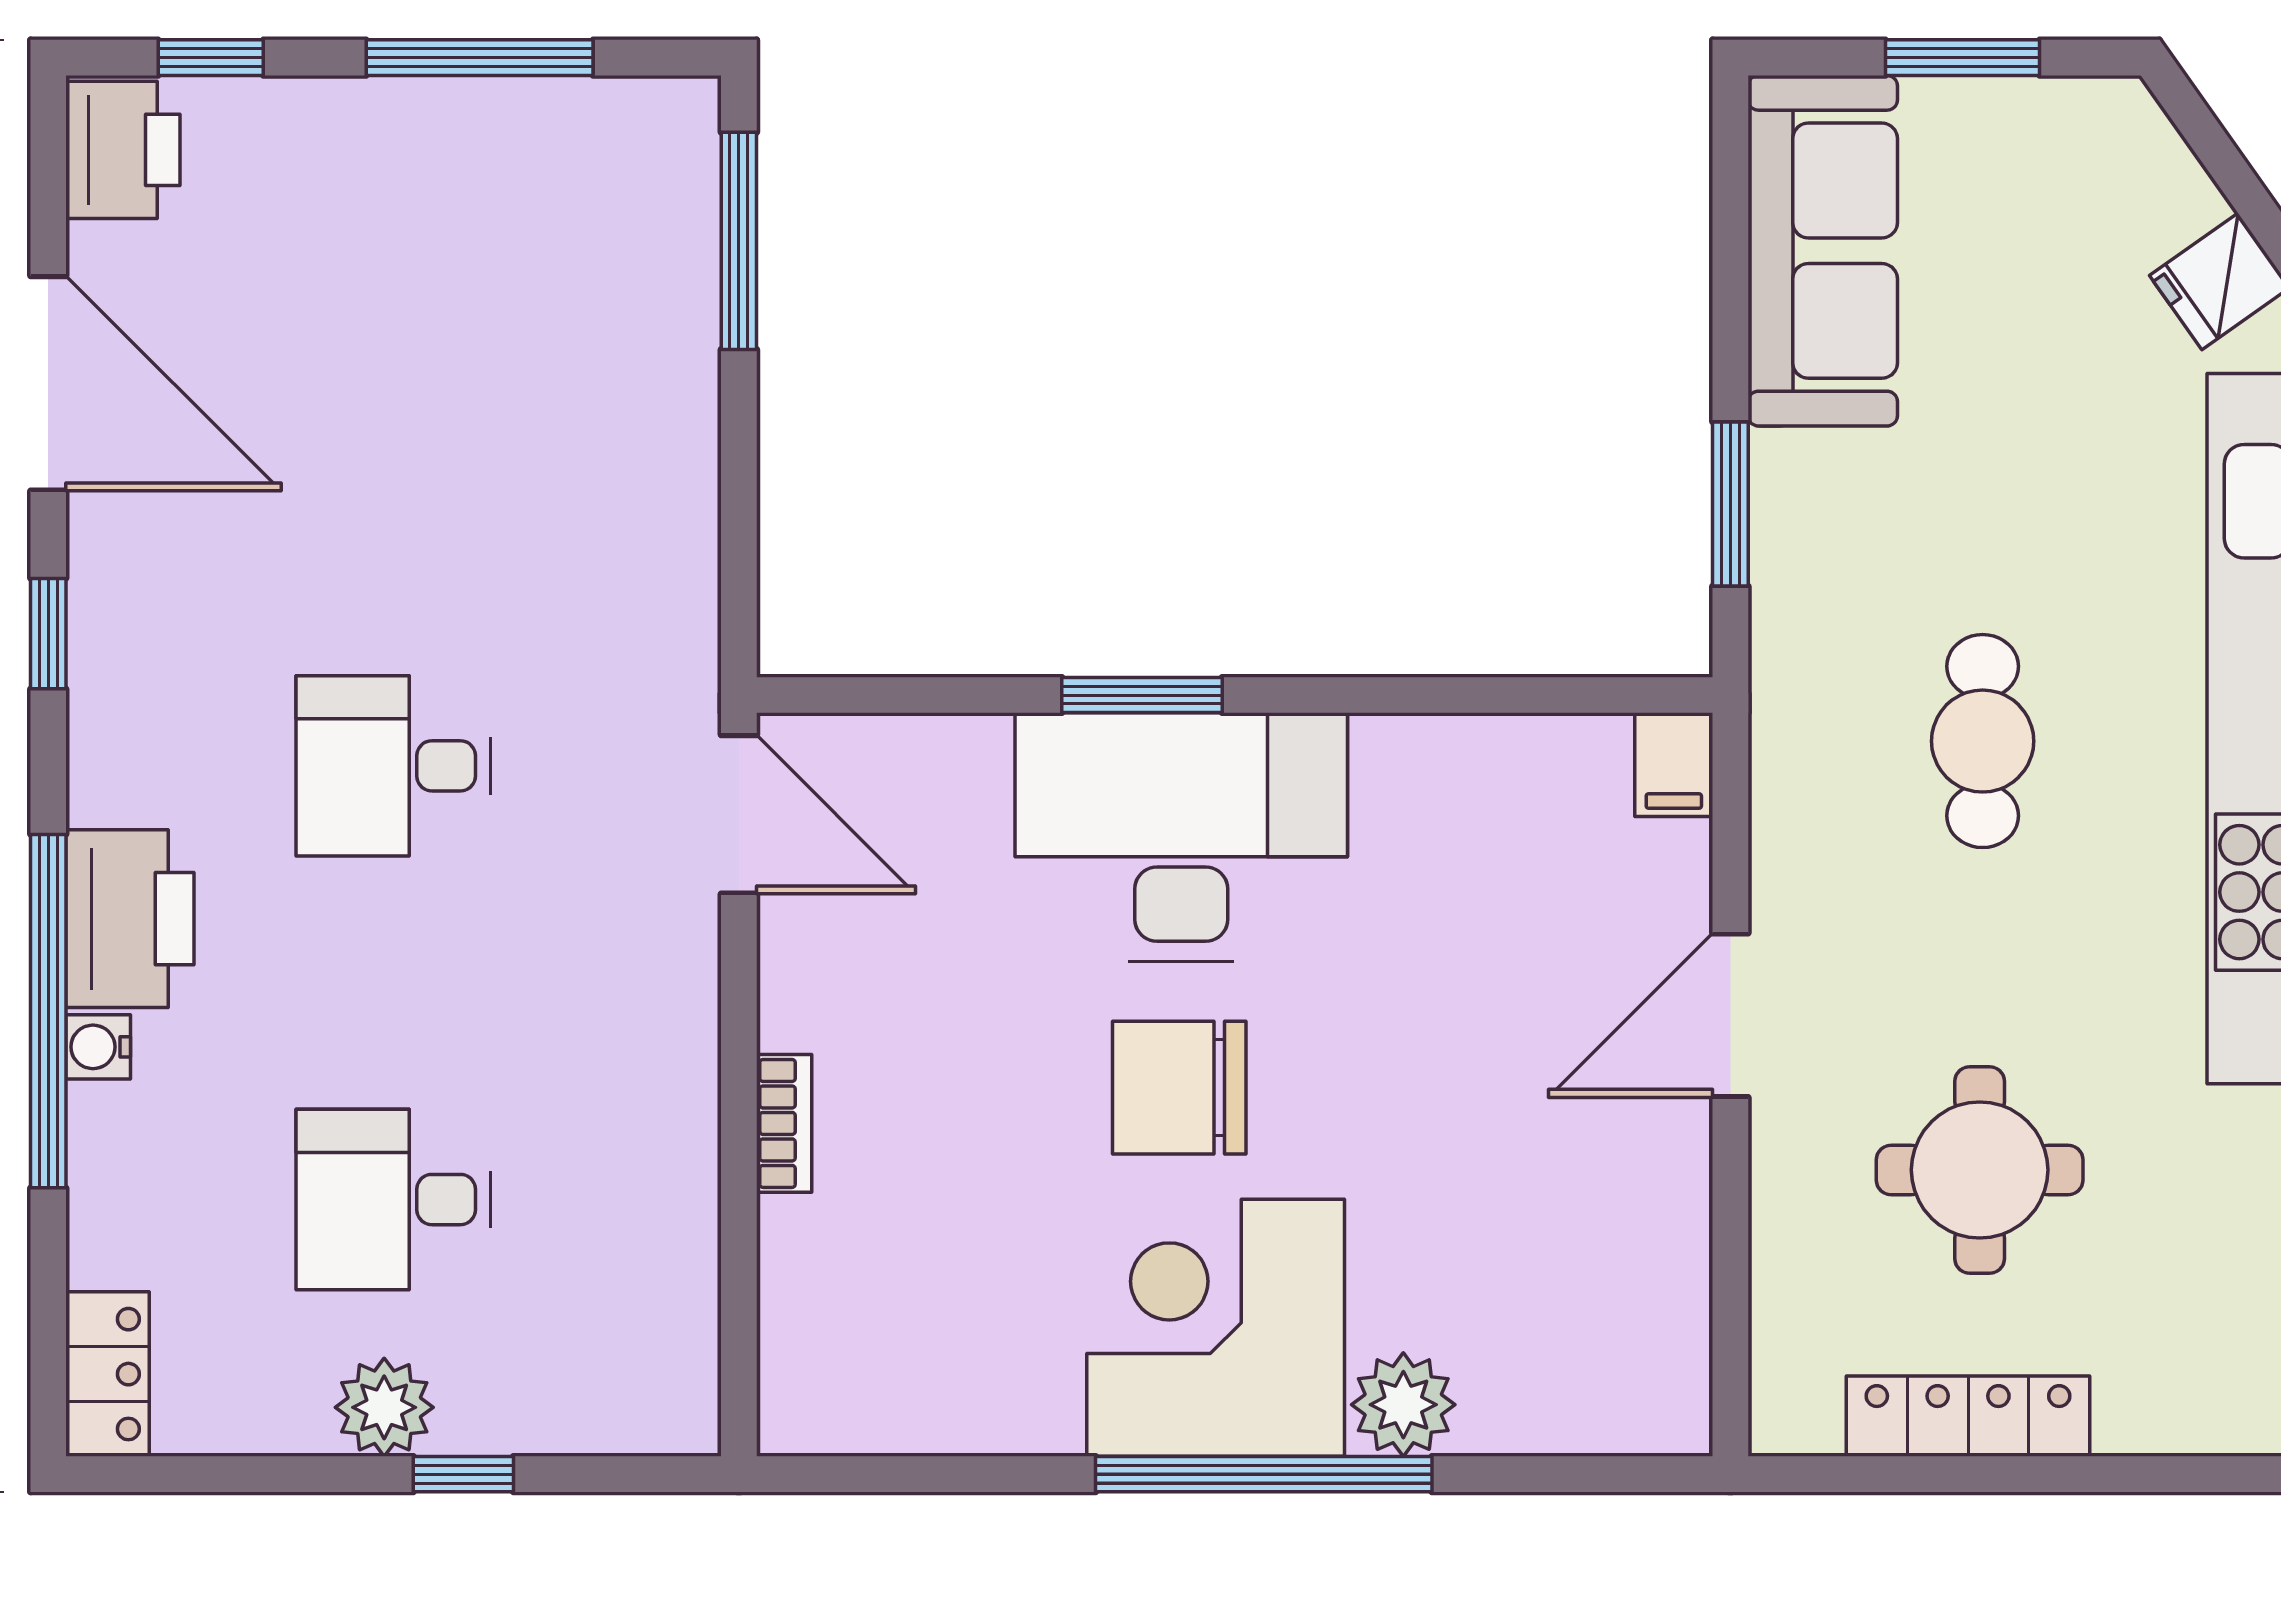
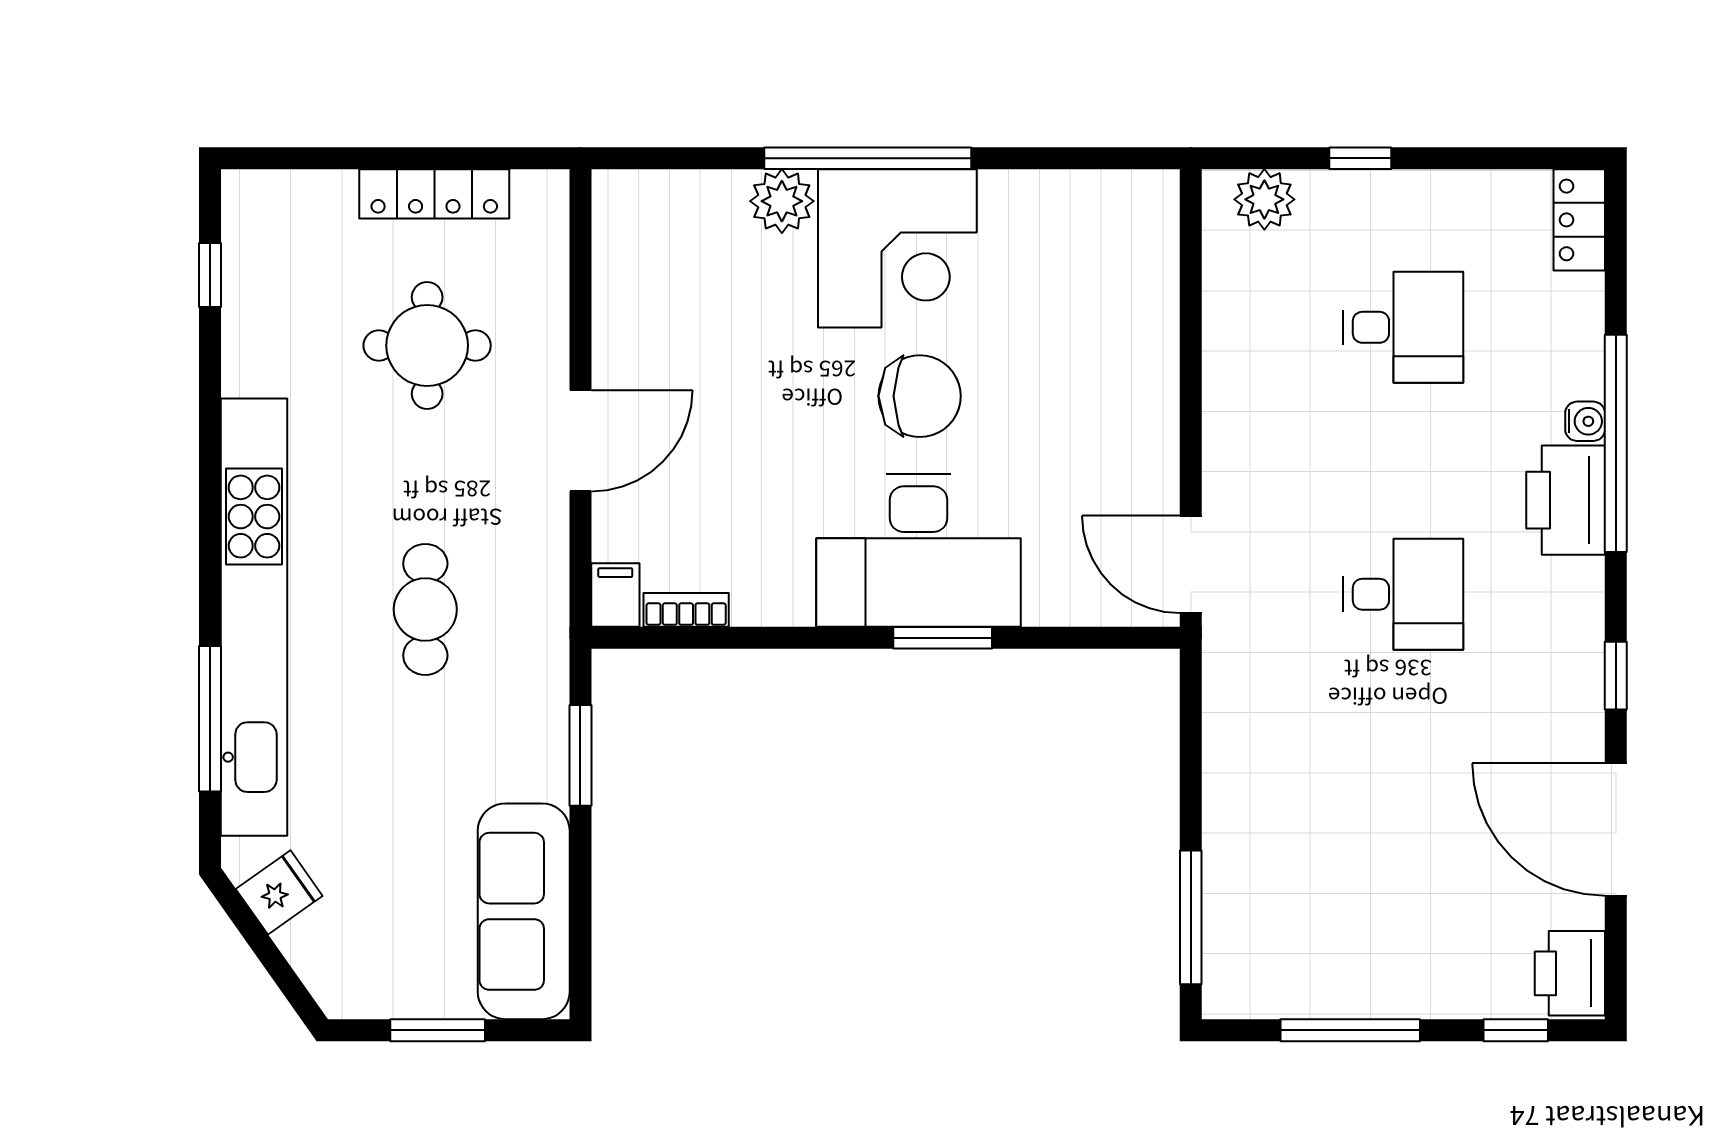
bookcase: (784, 1123) -> (686, 610), moved, turned 90
plant: (384, 1407) -> (1264, 199), moved

